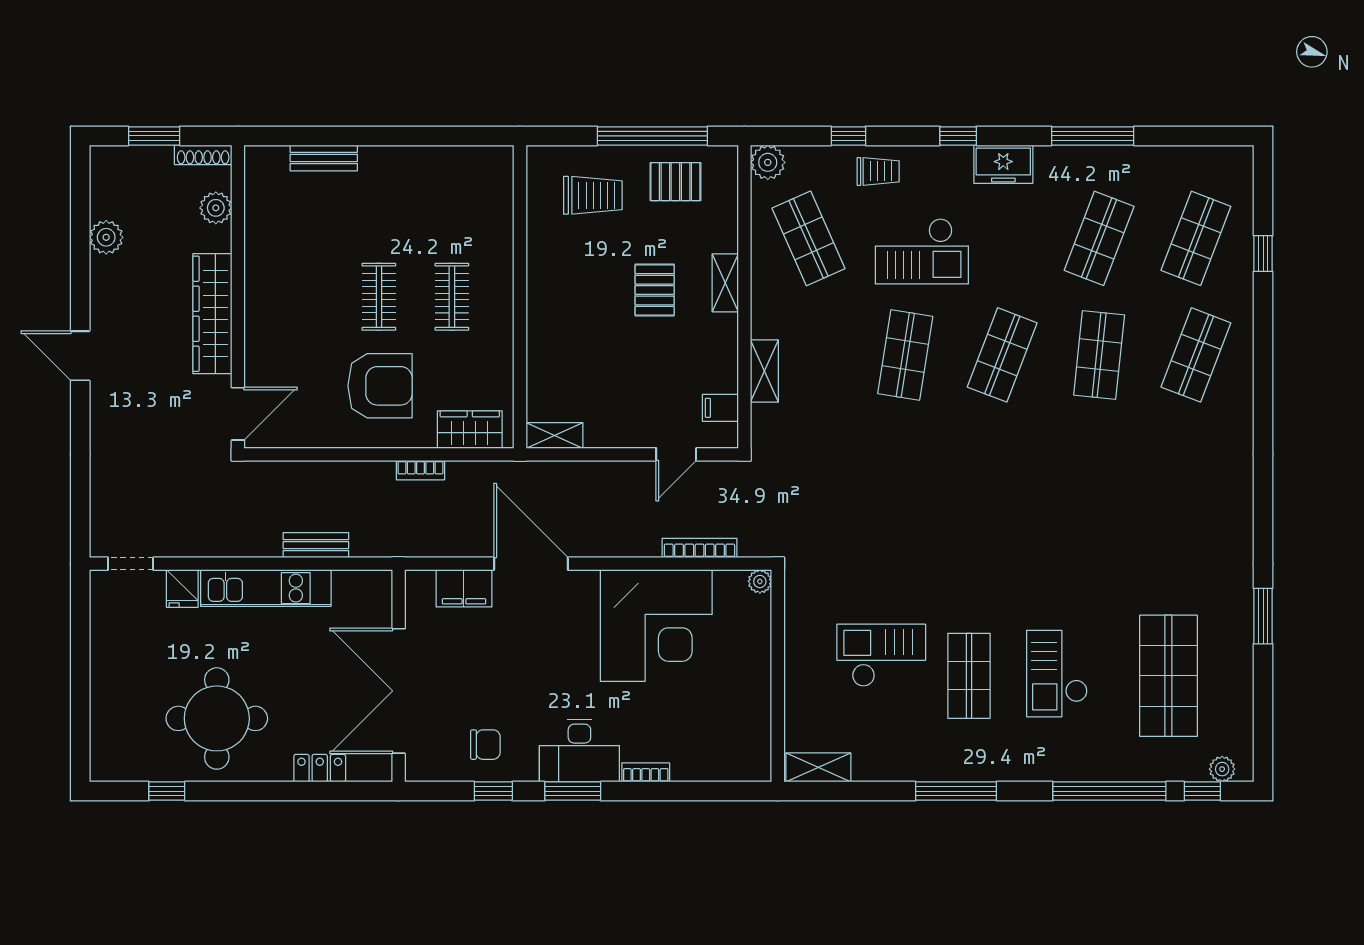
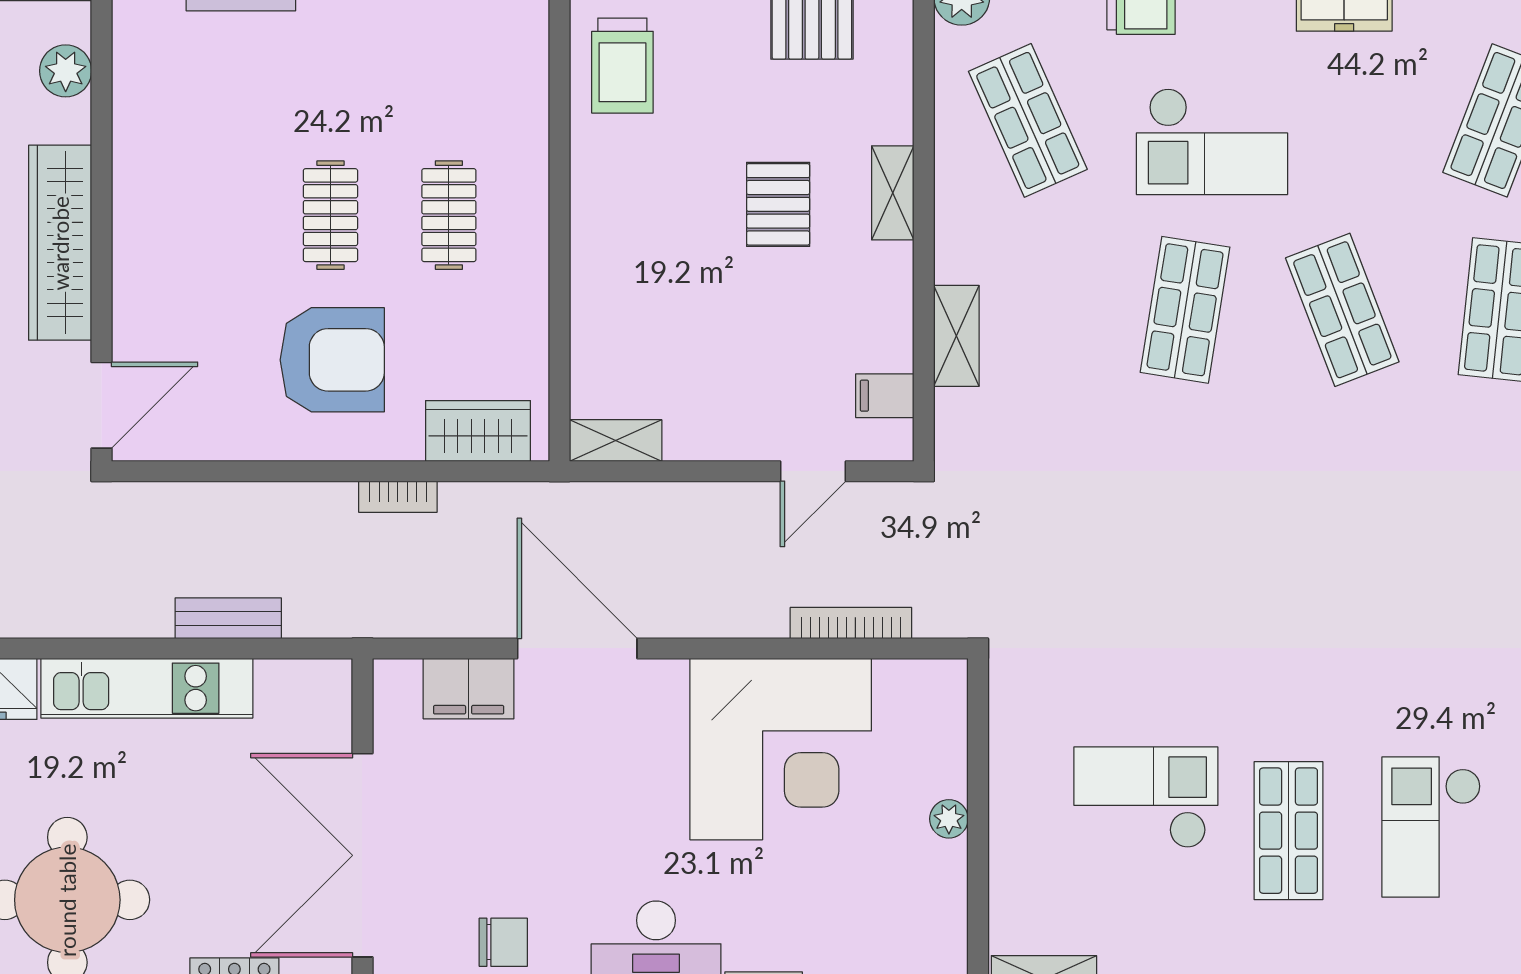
trolley: (593, 195) -> (622, 66), moved, turned 90
shop shelf: (1002, 355) -> (1342, 310), turned -42
plant: (760, 581) -> (949, 819), moved

